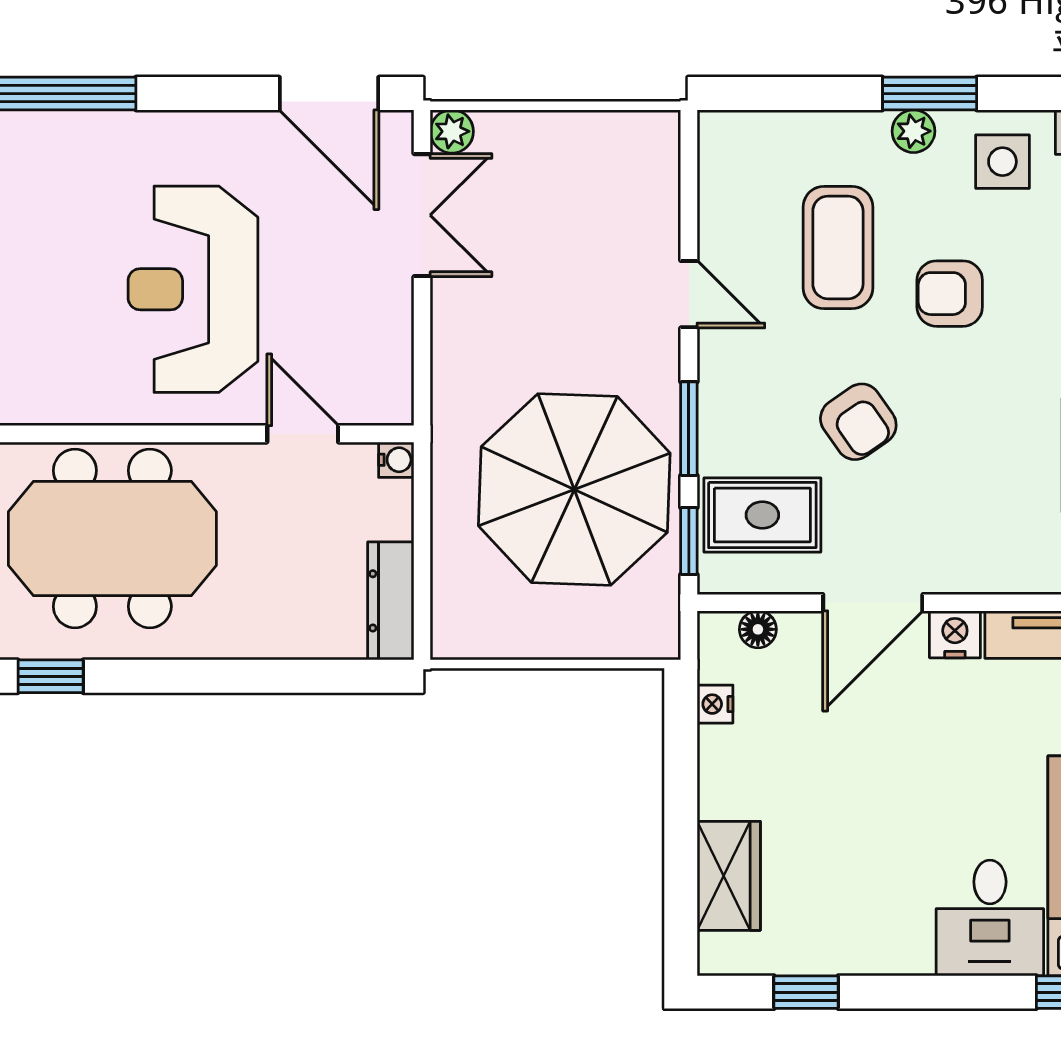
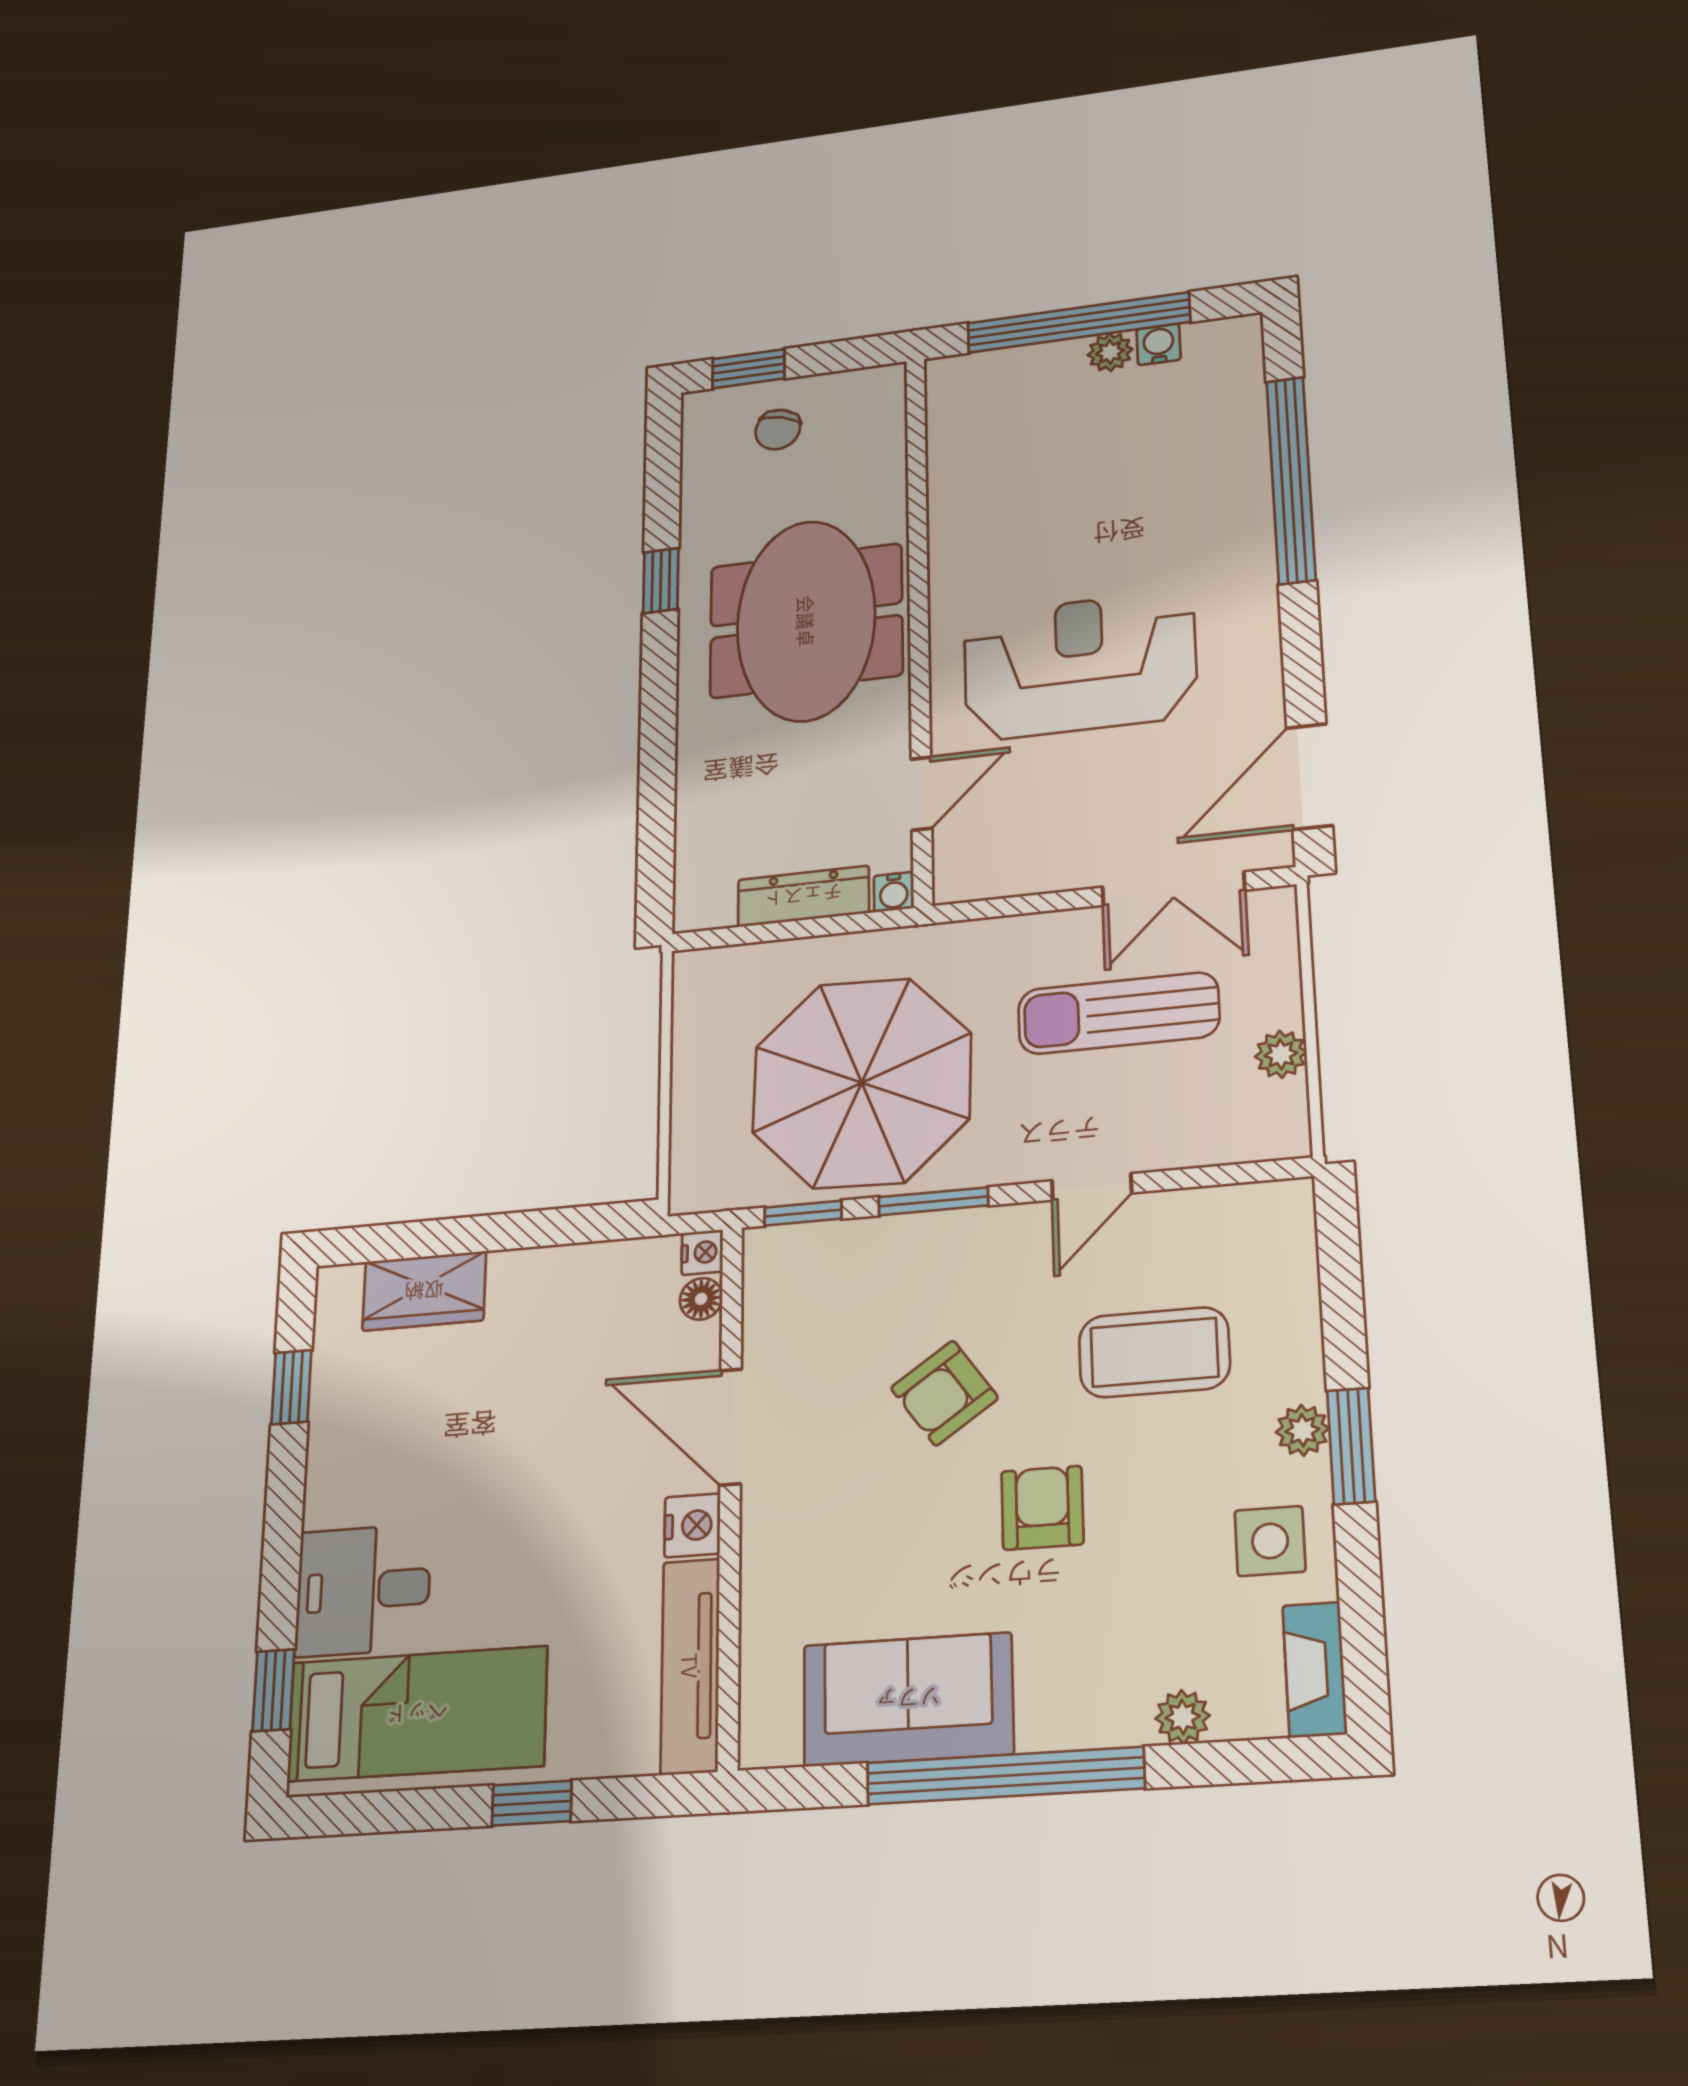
plant: (452, 131) -> (1281, 1054), moved
sun lounger: (533, 266) -> (1118, 1013), added
armchair: (950, 294) -> (1042, 1508), moved
rug: (762, 515) -> (833, 1292), removed
dresser: (391, 601) -> (803, 896), moved
nightstand: (715, 704) -> (702, 1252), moved, turned 90

